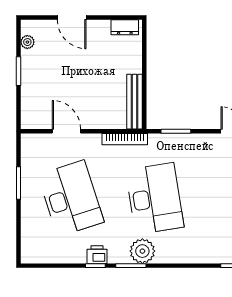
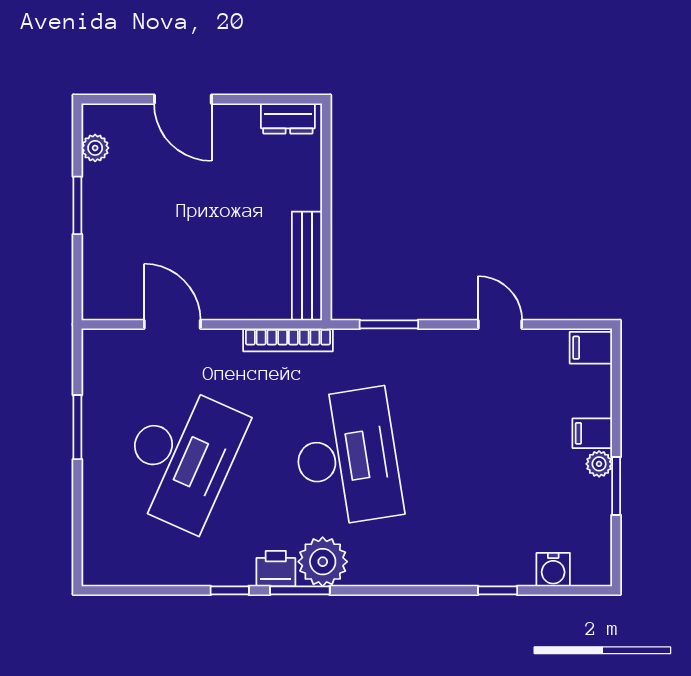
desk: (71, 198) -> (181, 457), turned 42
printer: (97, 255) -> (276, 569), moved

